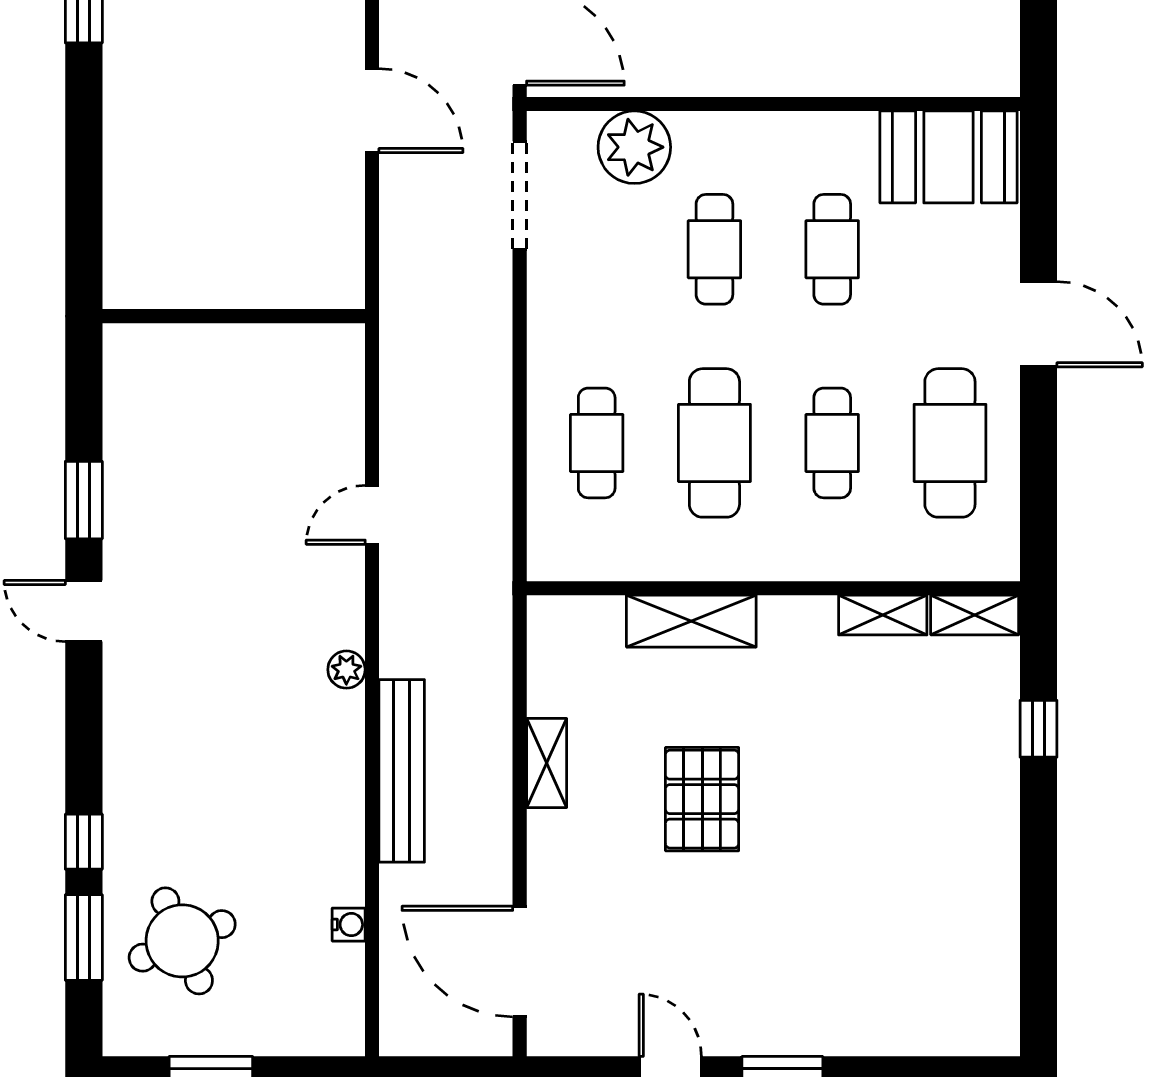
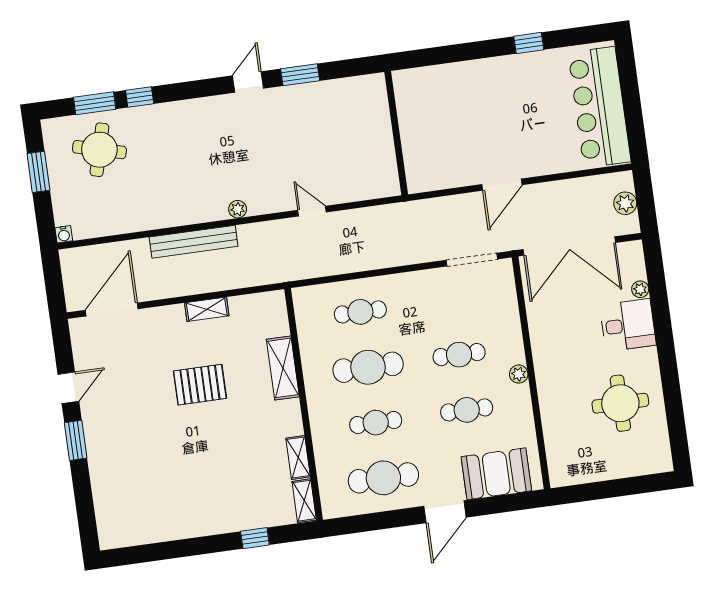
plant: (634, 147) -> (519, 374), moved, width x0.53, depth x0.53
booth: (949, 157) -> (496, 474), moved, turned 90
water cooler: (349, 925) -> (64, 234), moved
round table: (182, 941) -> (99, 150), turned 38

